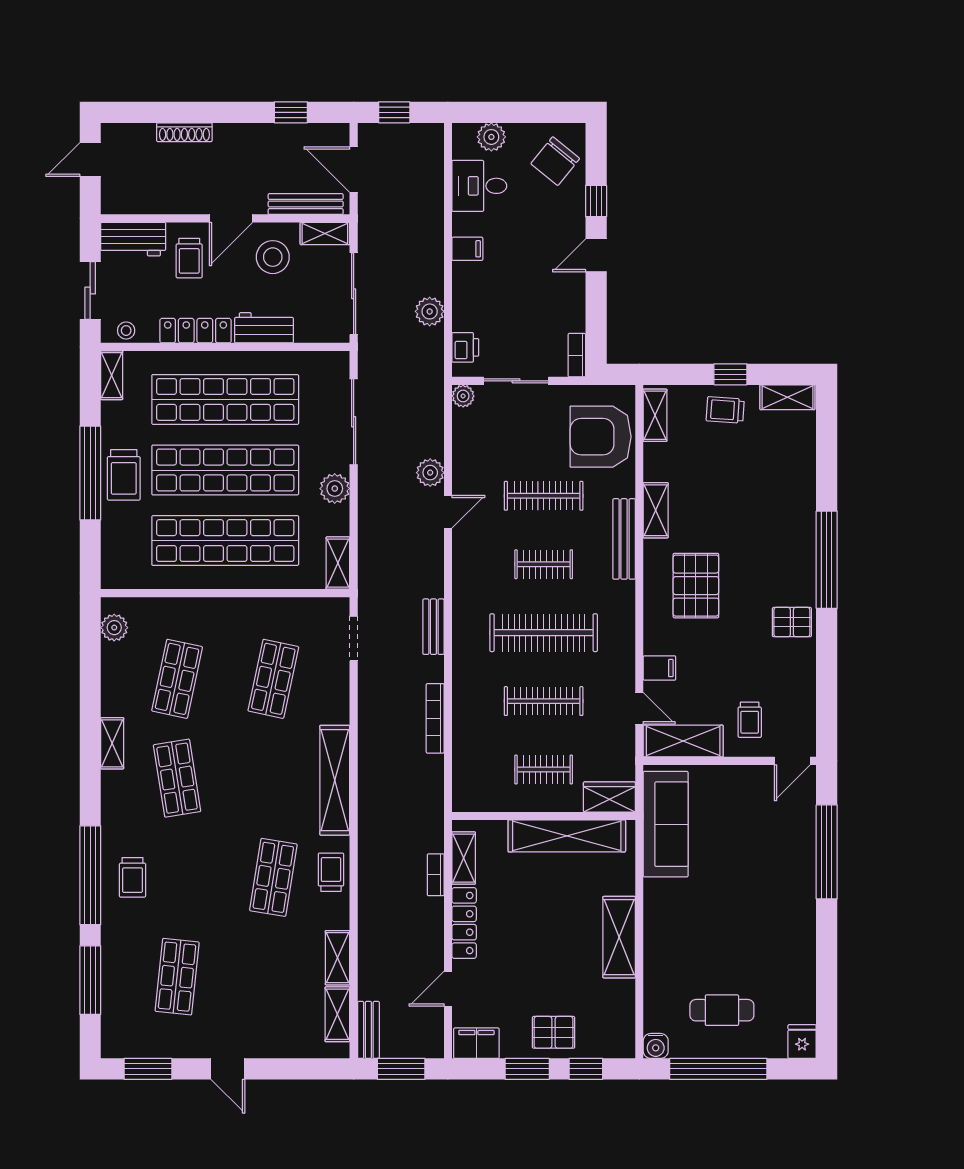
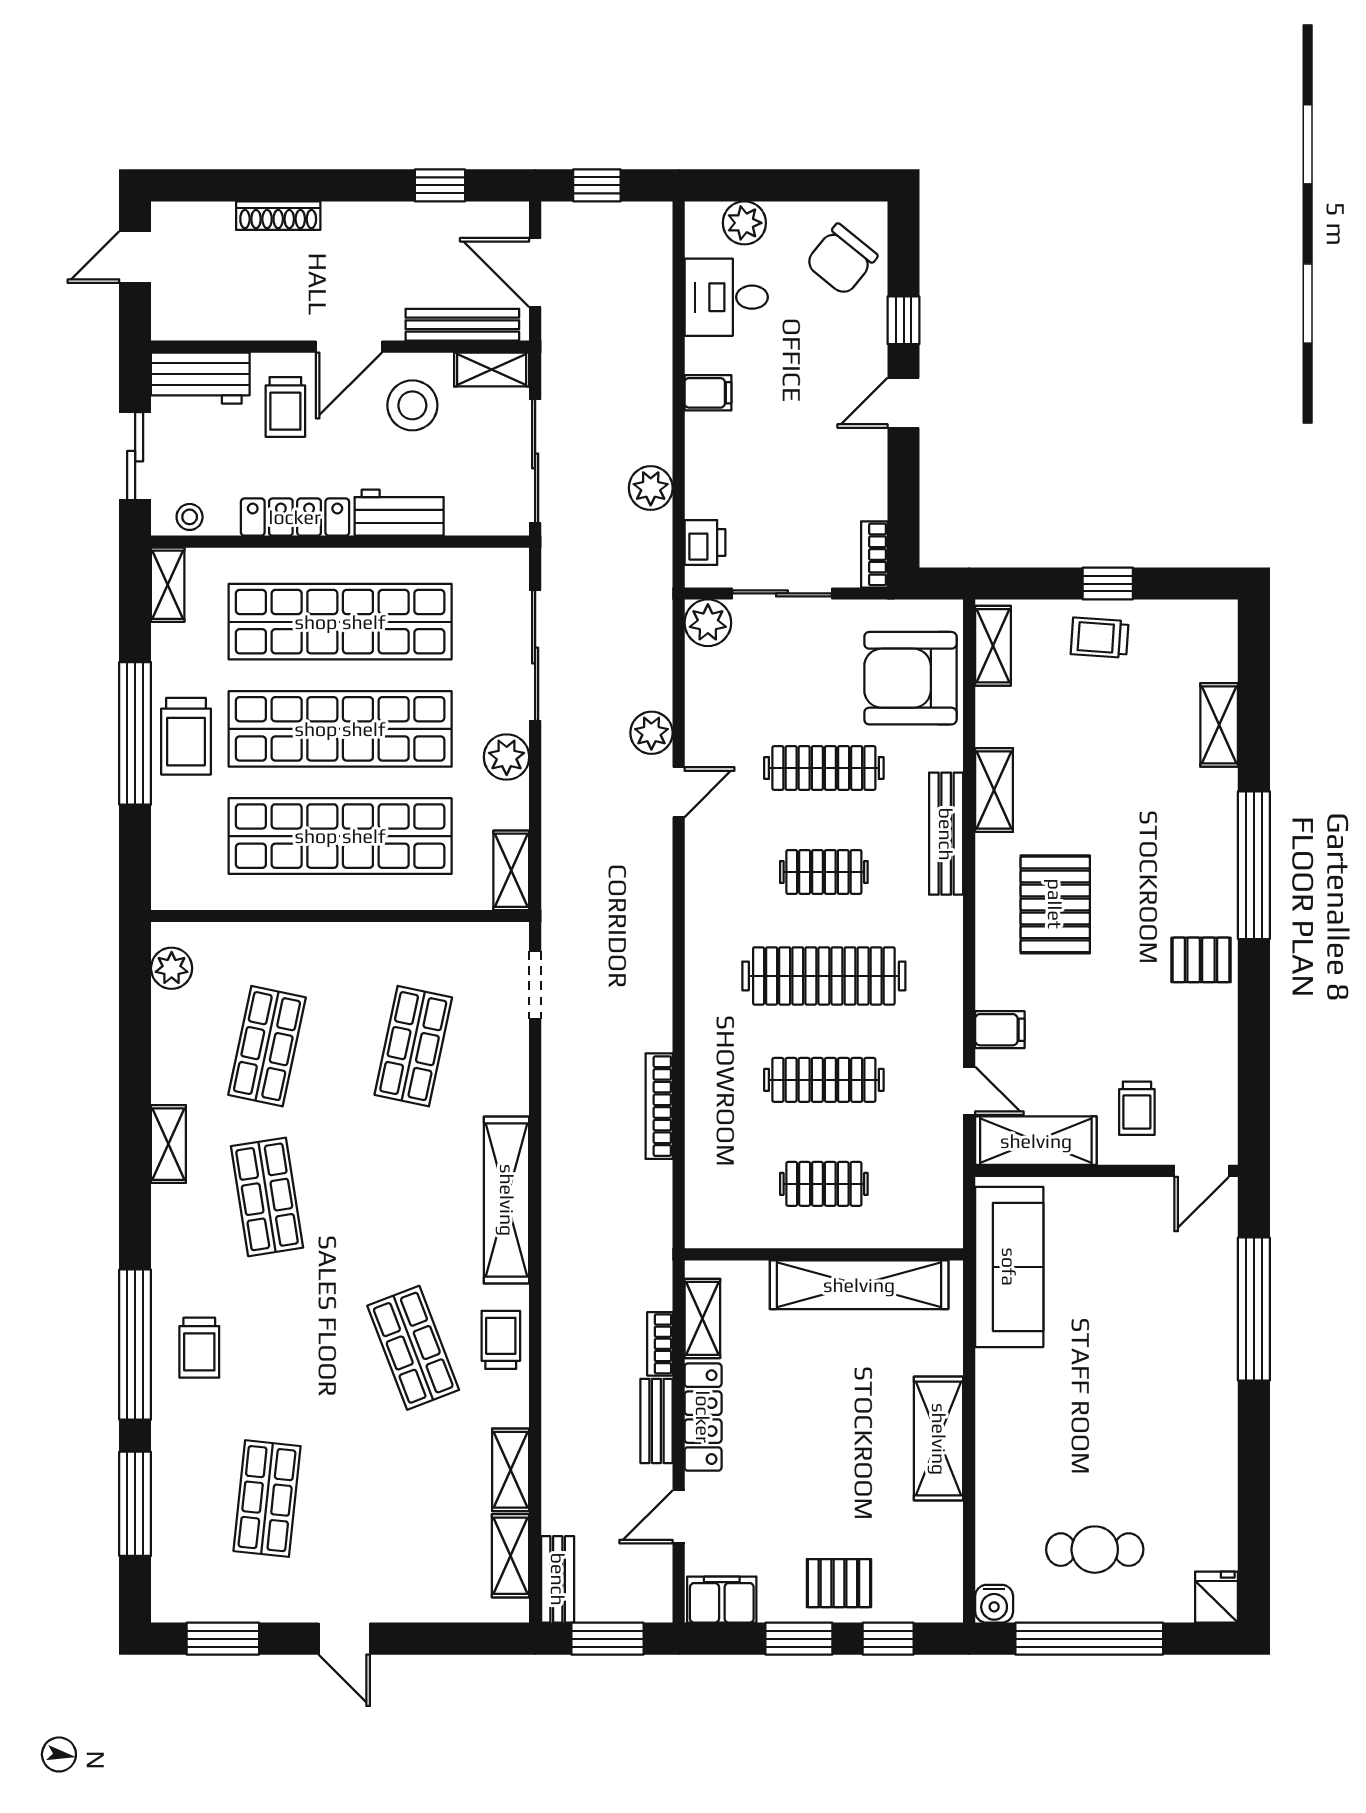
plant: (463, 396) -> (708, 623), width x1.38, depth x1.38
shelving: (787, 397) -> (1219, 725), moved, turned 90
bench: (433, 627) -> (656, 1421), moved
wardrobe: (609, 797) -> (924, 1226), removed
shop shelf: (273, 877) -> (413, 1348), turned -30

